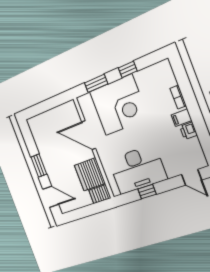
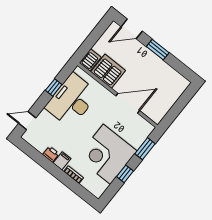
corner desk: (119, 105) -> (107, 154), moved

